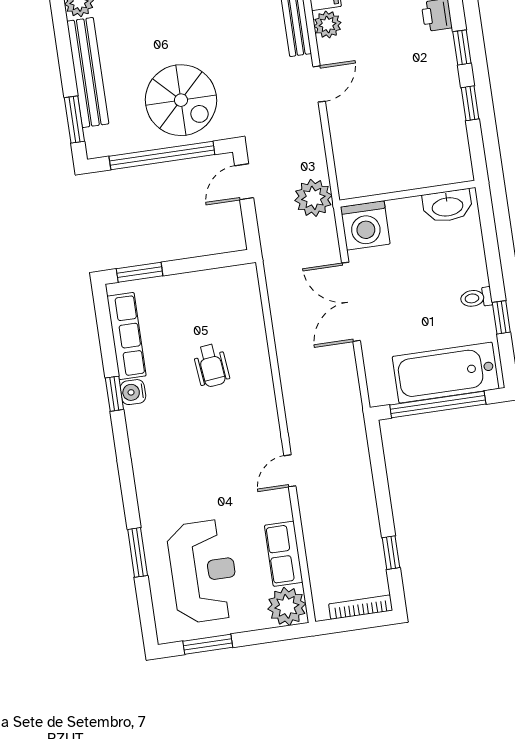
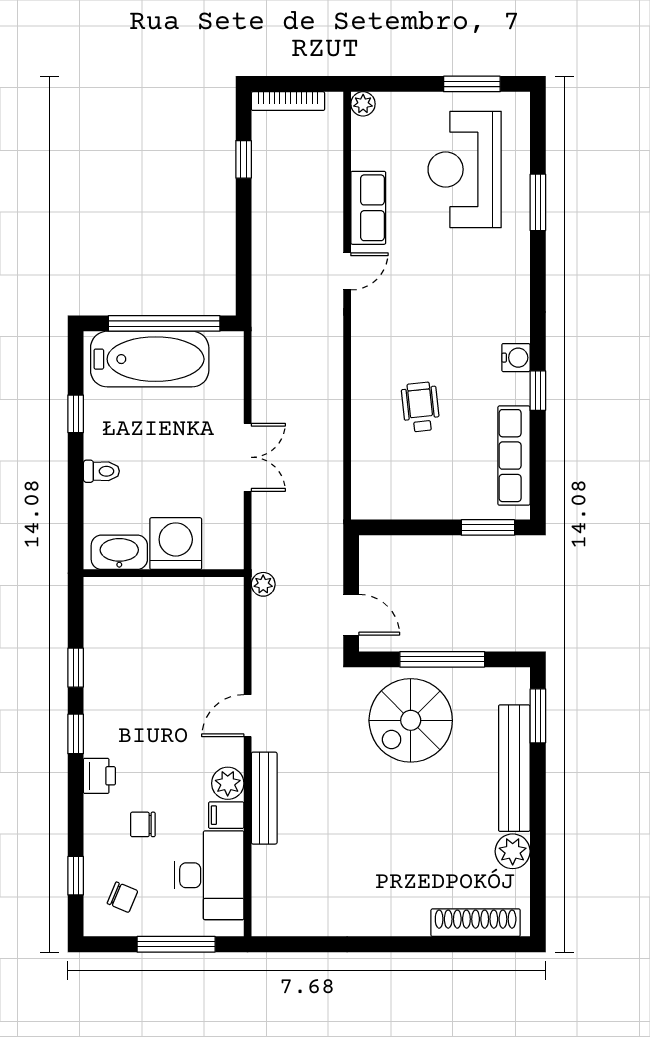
spiral stairs: (181, 100) -> (411, 720), turned -90
window: (162, 155) -> (442, 659), width x0.68
door: (244, 182) -> (351, 615), hinge flipped
plant: (313, 198) -> (263, 584), width x0.53, depth x0.53
washing machine: (365, 225) -> (176, 544), moved
toilet: (476, 298) -> (101, 471), moved
double door: (351, 302) -> (248, 457), width x0.73
water cooler: (133, 392) -> (516, 358), moved
row of seats: (284, 554) -> (368, 208), moved
plant: (287, 606) -> (363, 104), width x0.53, depth x0.53

